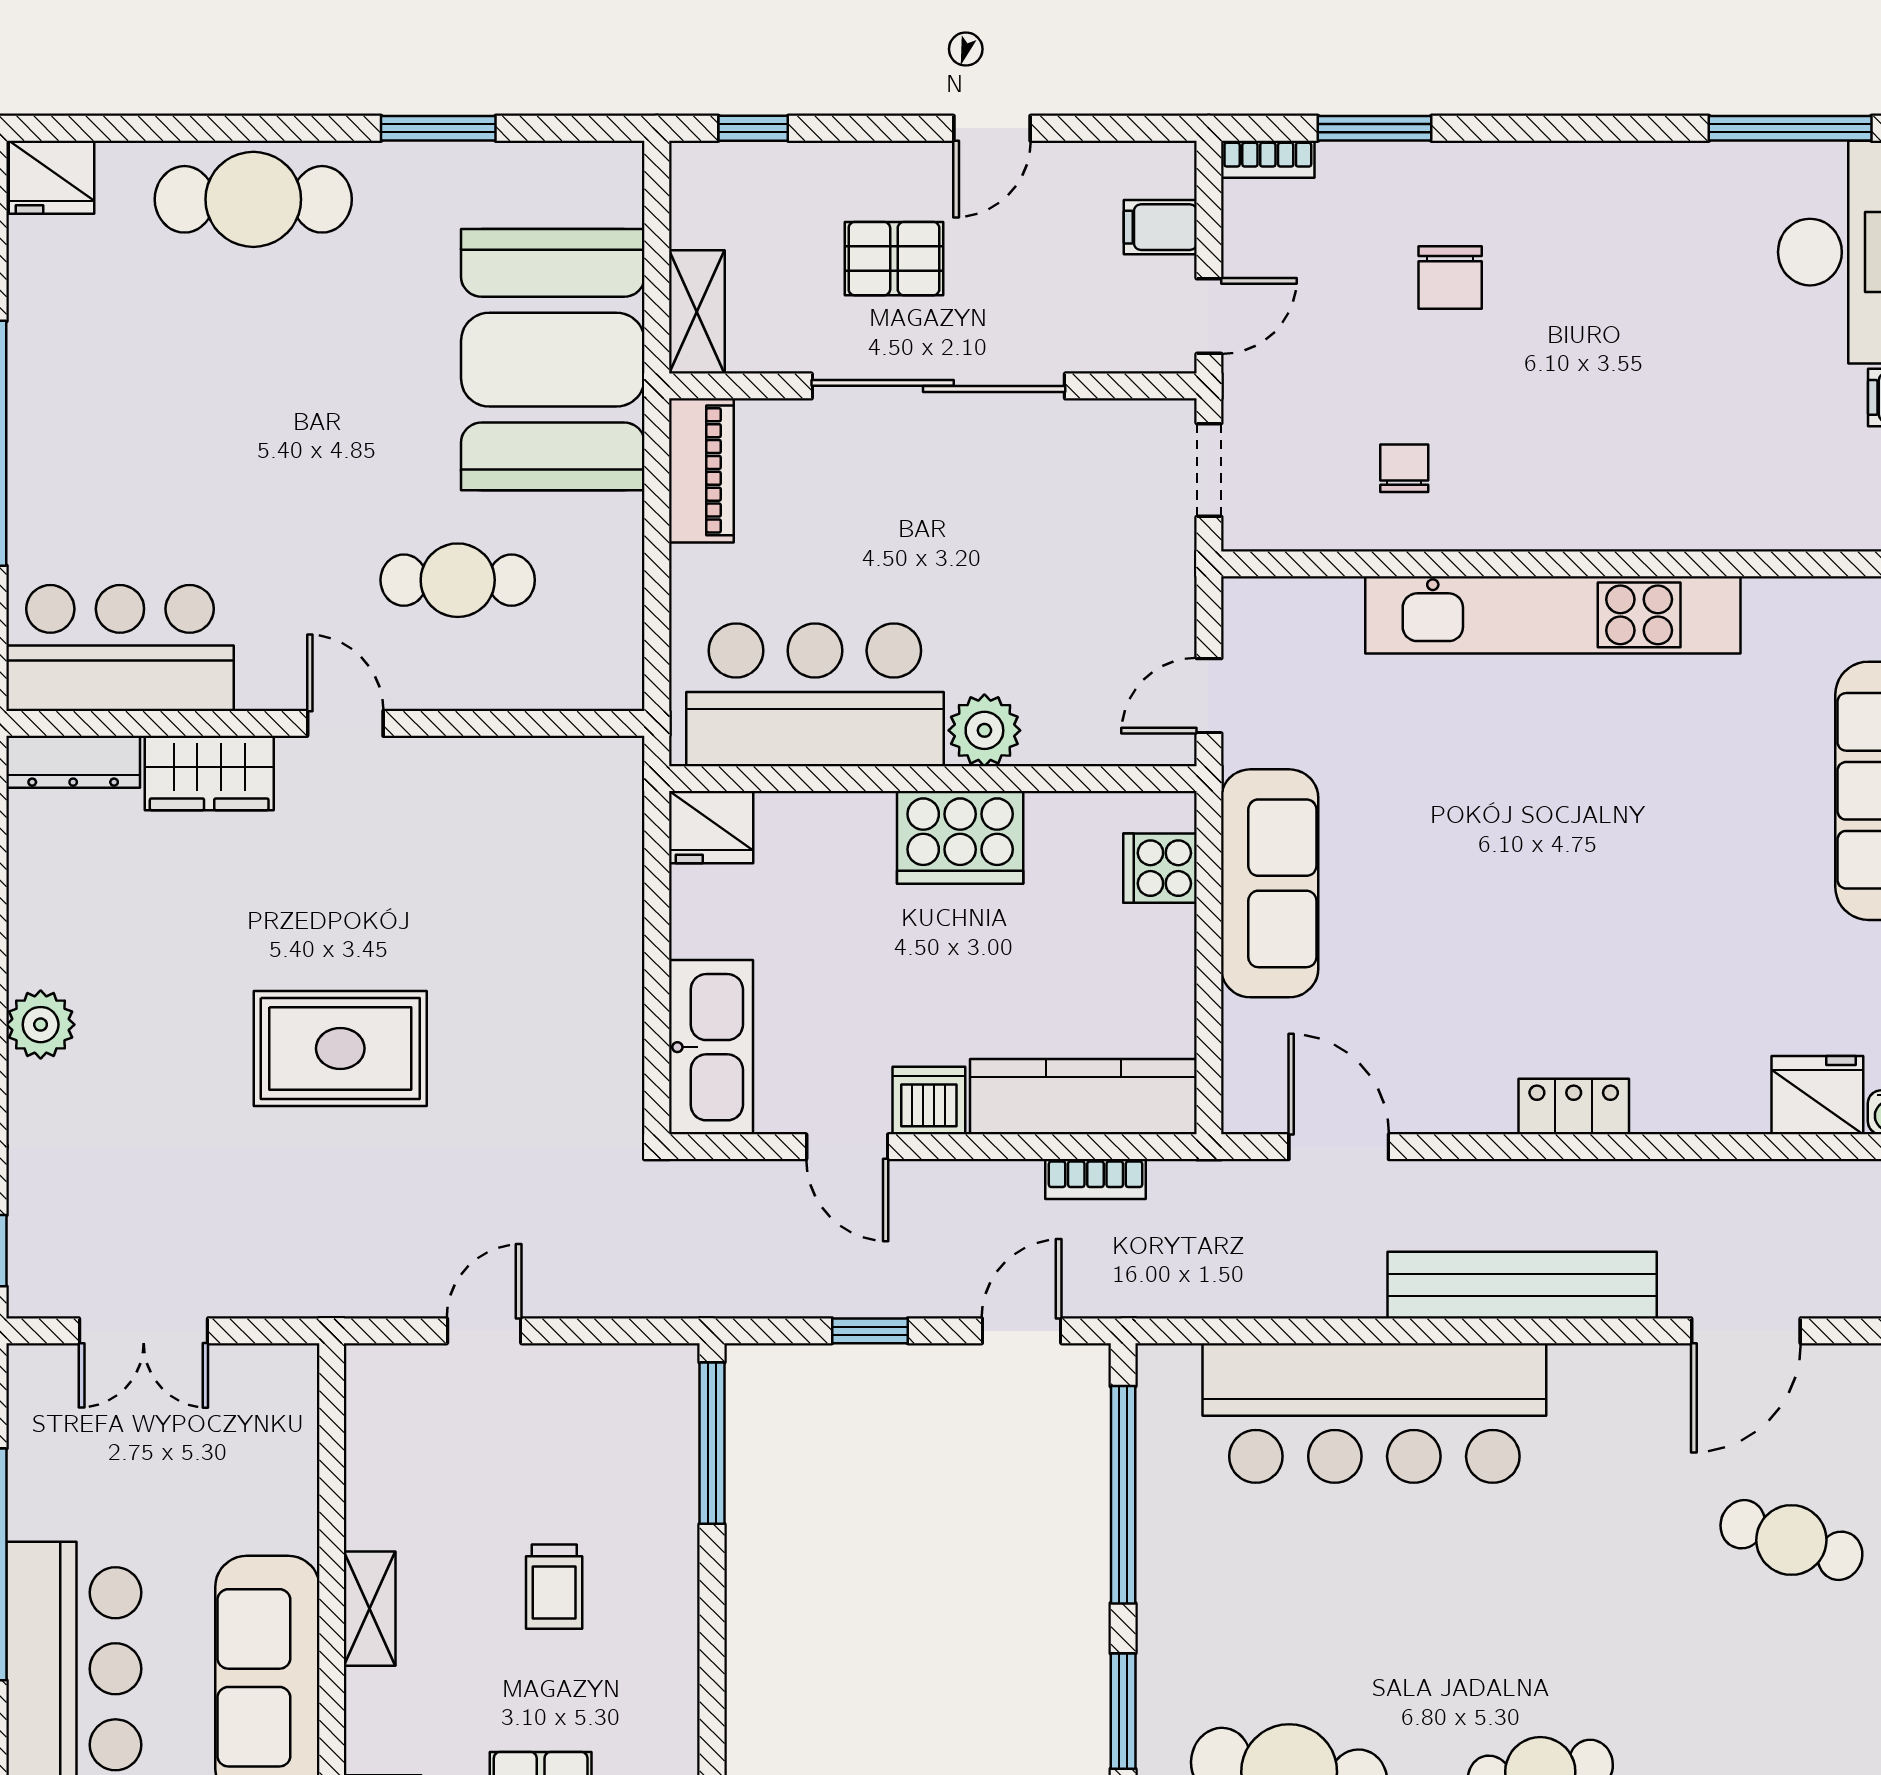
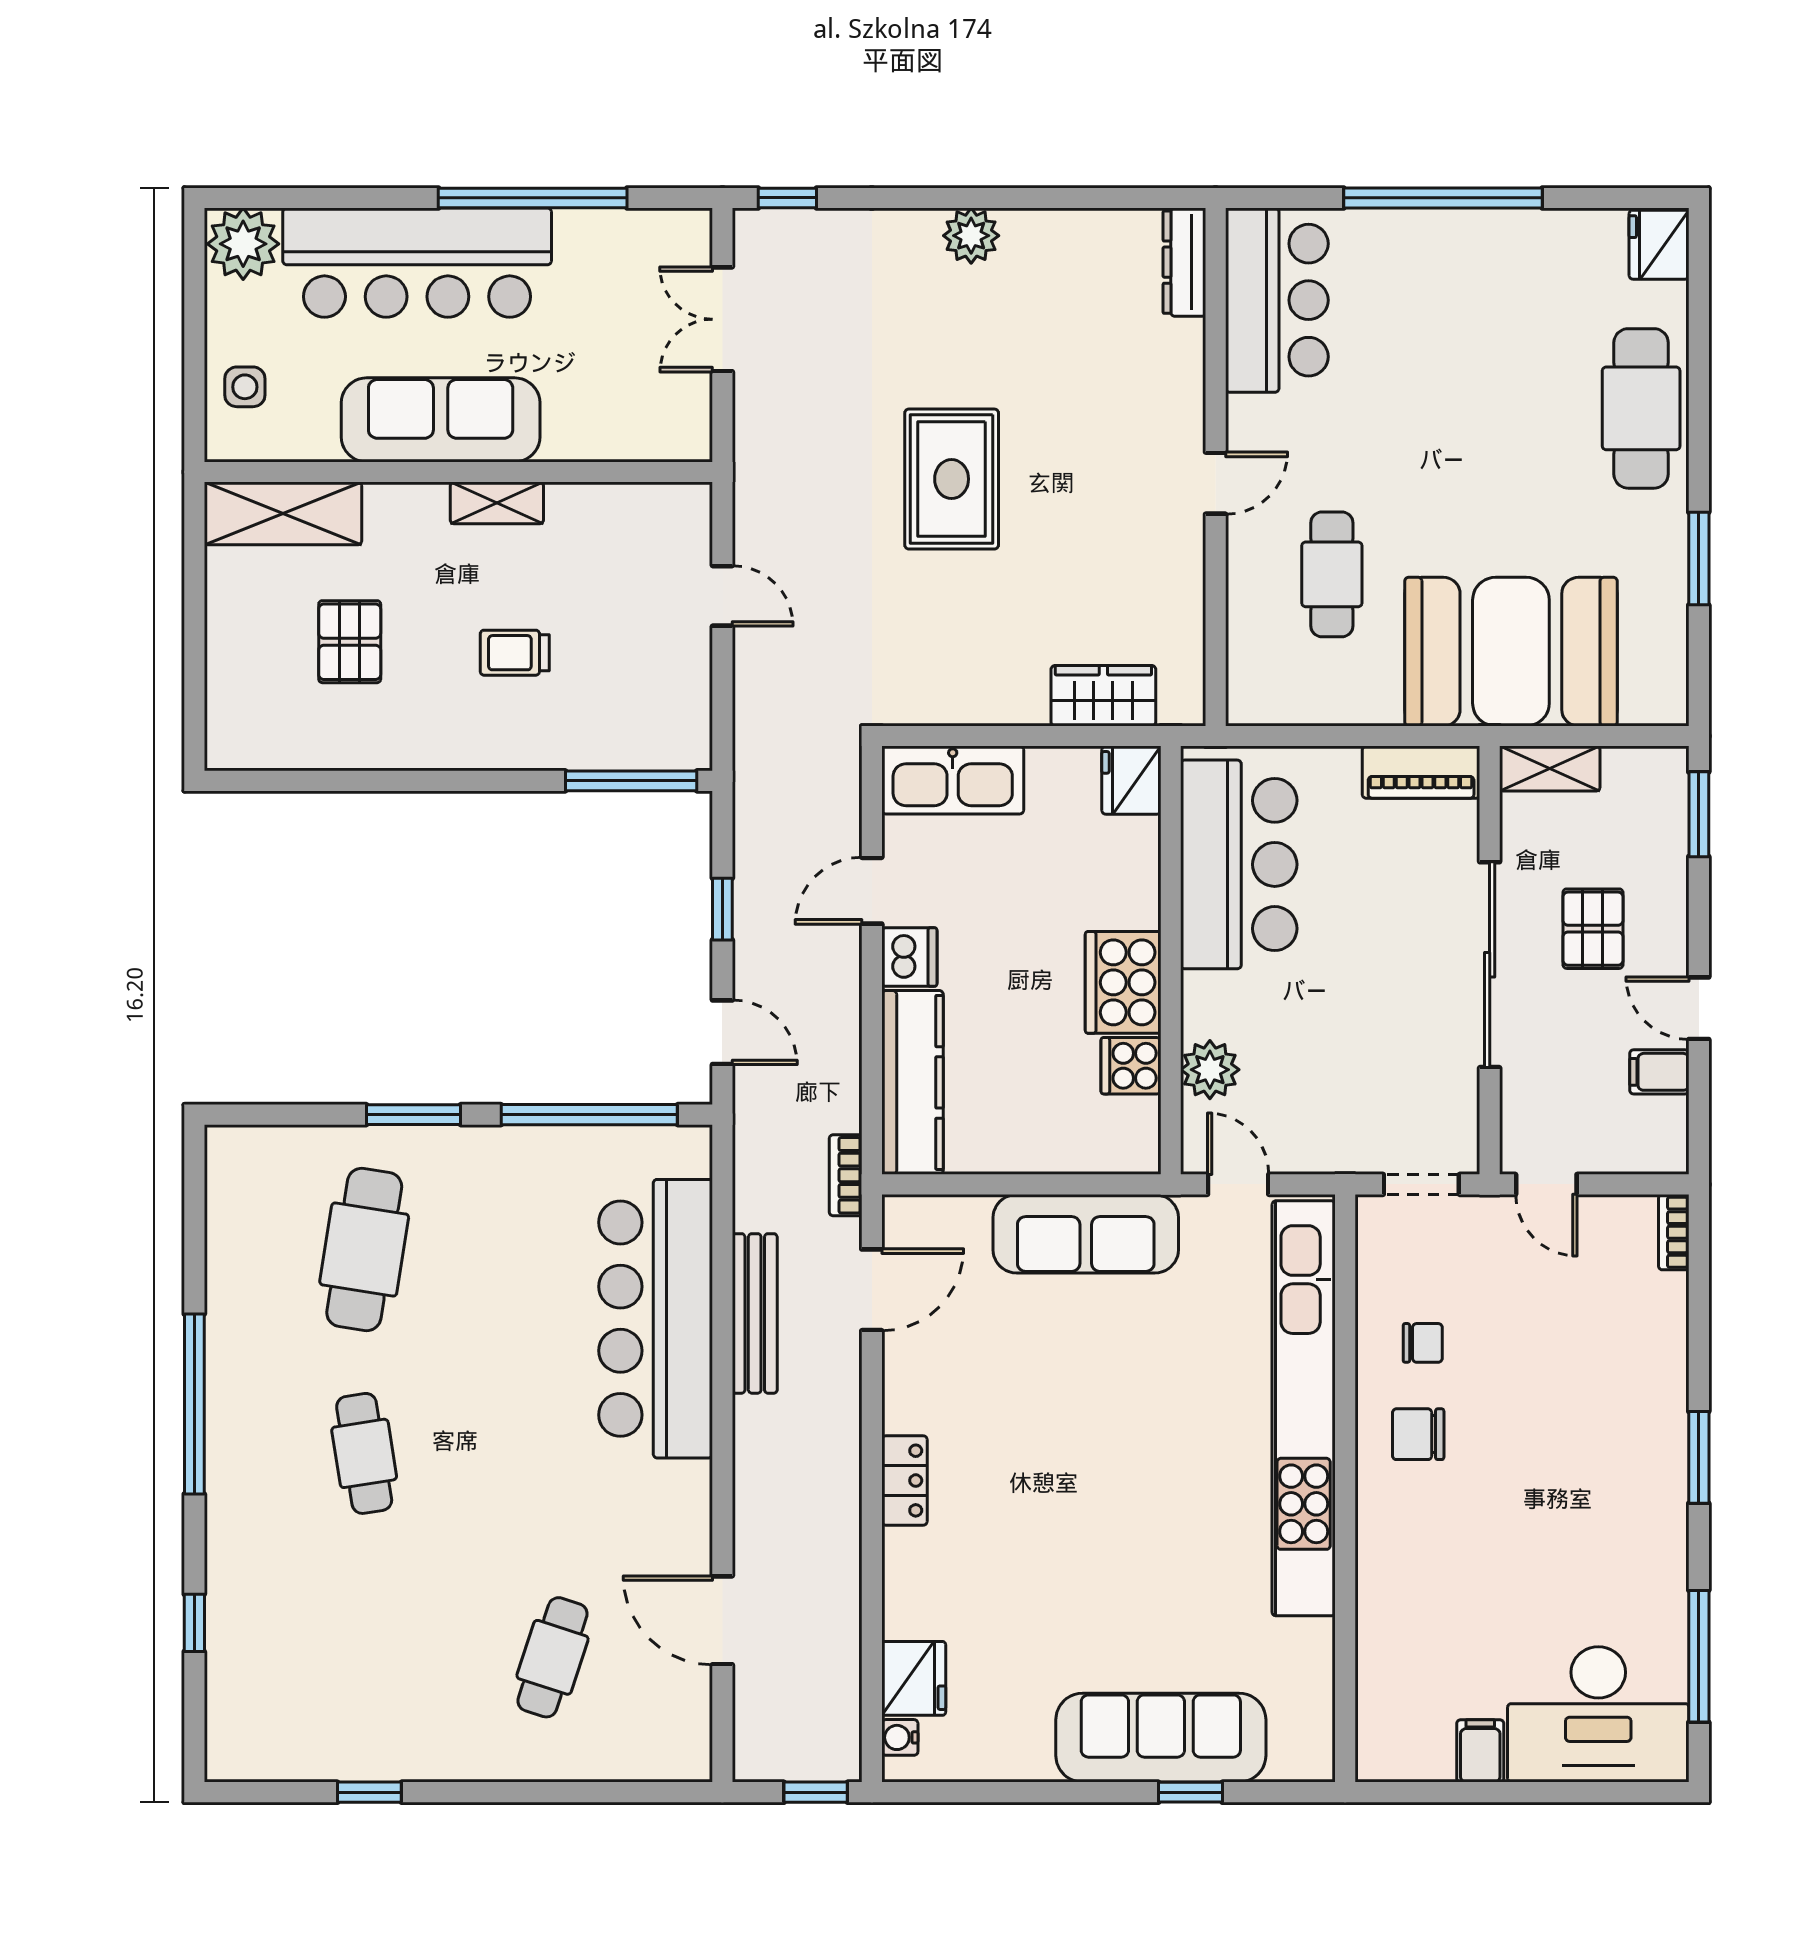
window: (753, 128) -> (1699, 814), width x1.50
window: (1375, 128) -> (1699, 1457), moved
filing cabinet: (1160, 227) -> (1659, 1072), moved, turned -90
chair: (1450, 278) -> (1418, 1434), moved
kitchen unit: (1553, 615) -> (1304, 1408), width x1.36
plant: (984, 730) -> (1210, 1070), moved
wardrobe: (209, 773) -> (1103, 696), moved, turned 90
cooker: (1160, 868) -> (1131, 1066), moved, turned -90
bookcase: (1096, 1179) -> (846, 1175), moved
bench: (1522, 1285) -> (755, 1313), moved, width x0.73, depth x0.82

